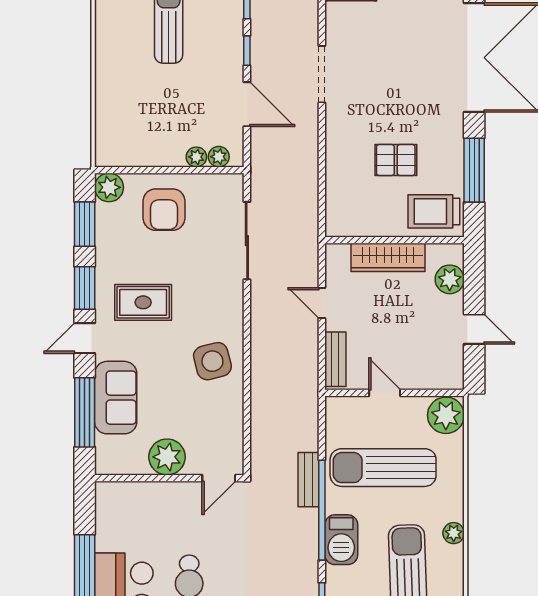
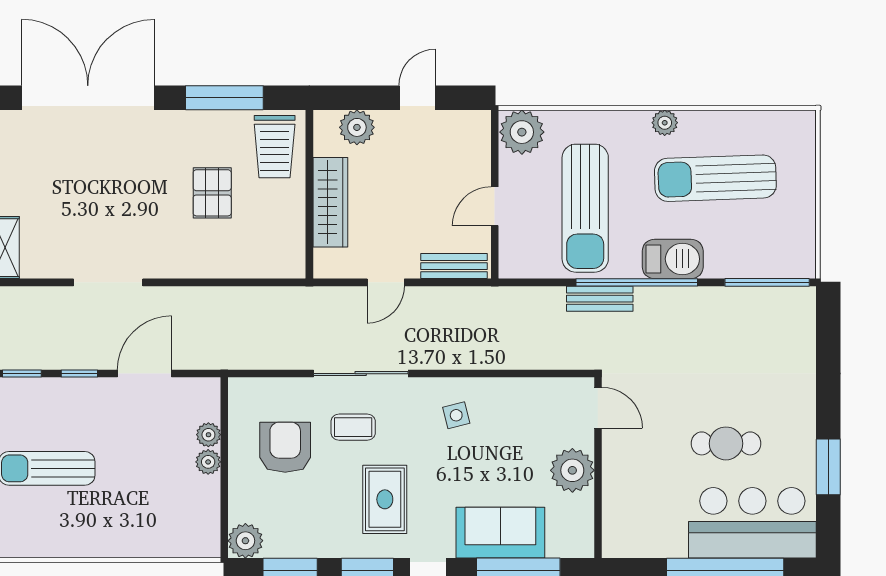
plant: (219, 157) -> (208, 462), moved
armchair: (164, 210) -> (285, 447), moved, turned -90
sliding door: (247, 241) -> (361, 374), moved
coffee table: (203, 276) -> (353, 427), added
side table: (212, 361) -> (456, 415), width x0.54, depth x0.54

